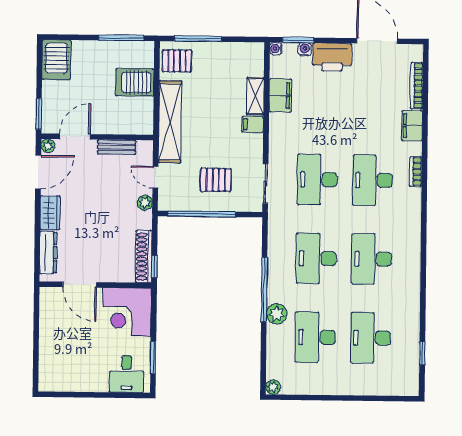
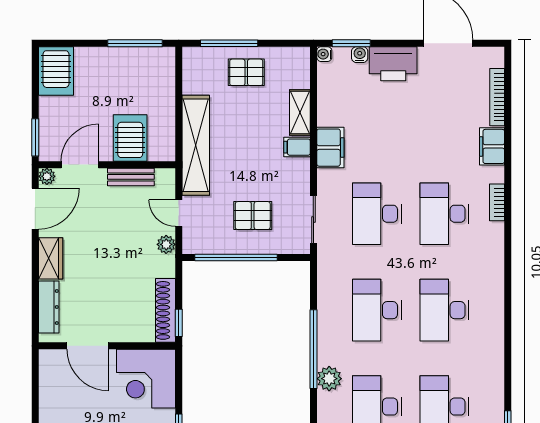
pallet: (177, 61) -> (246, 72), moved
server rack: (135, 82) -> (130, 138), moved, turned 90
filing cabinet: (280, 95) -> (330, 148), moved

